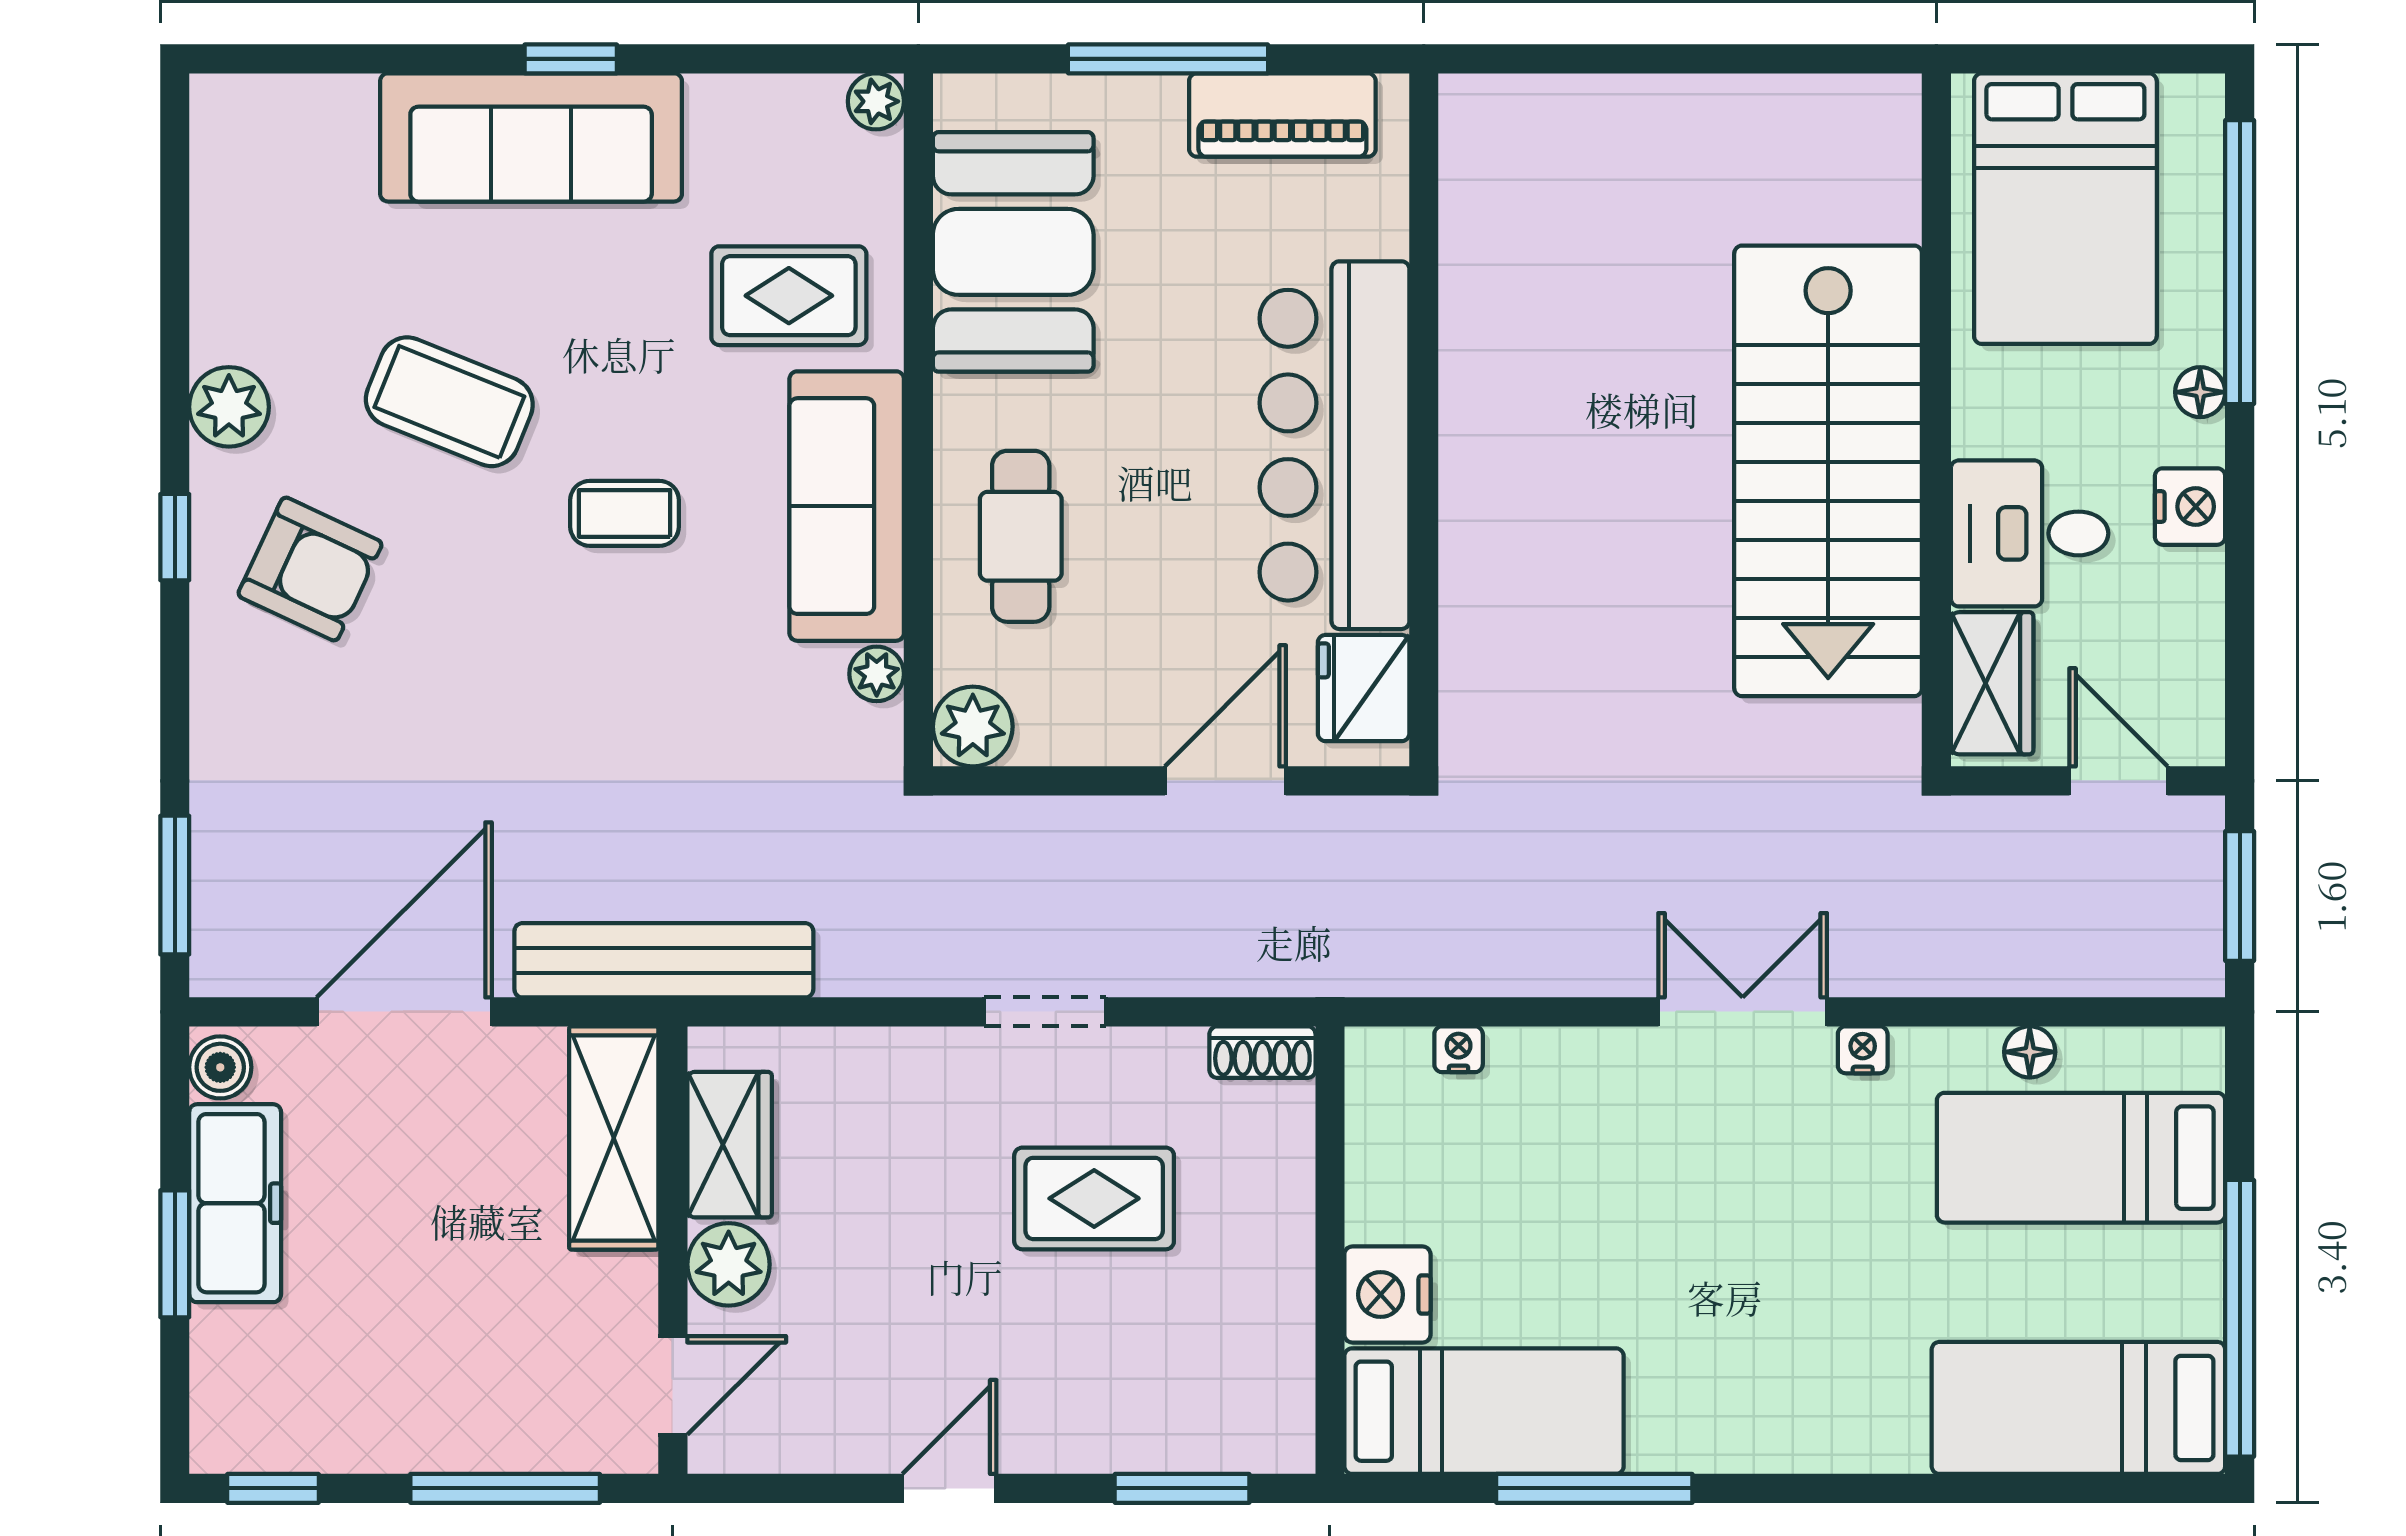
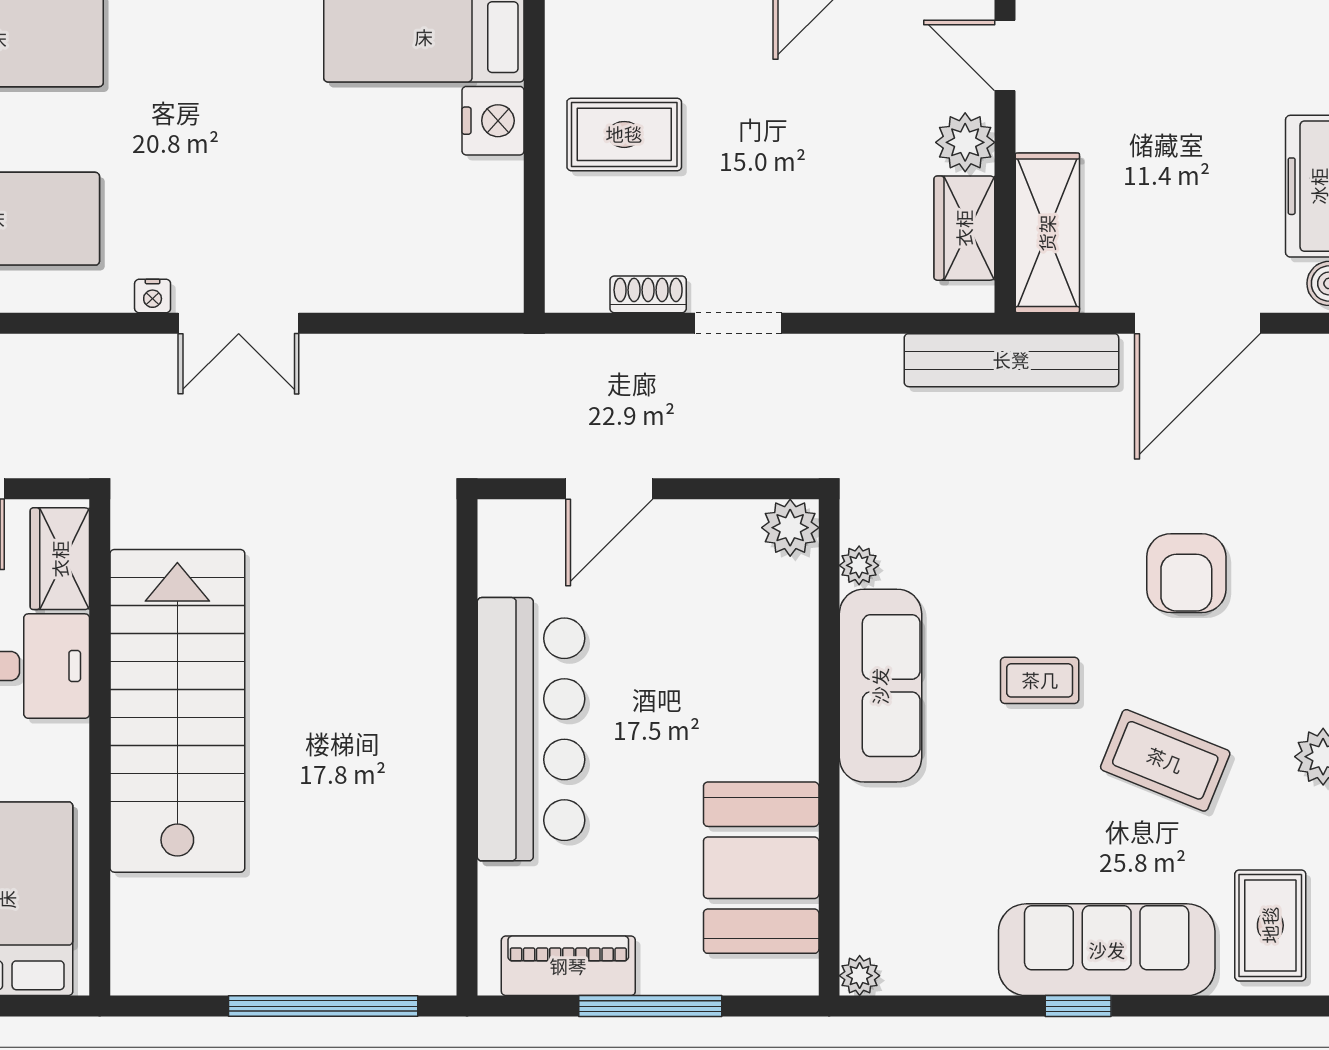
window: (1625, 59) -> (323, 1006), added
rug: (789, 296) -> (1270, 925), moved, turned 90
cafe table: (1021, 536) -> (756, 664), removed
armchair: (310, 569) -> (1186, 573), moved, turned -115
fridge: (1364, 688) -> (510, 555), removed
nightstand: (1459, 1049) -> (442, 296), removed
shoe rack: (1262, 1052) -> (648, 294), moved
floor lamp: (2030, 1052) -> (33, 294), removed
rug: (1094, 1198) -> (624, 134), moved
door: (673, 1385) -> (1005, 56), hinge flipped

